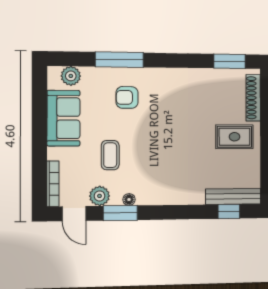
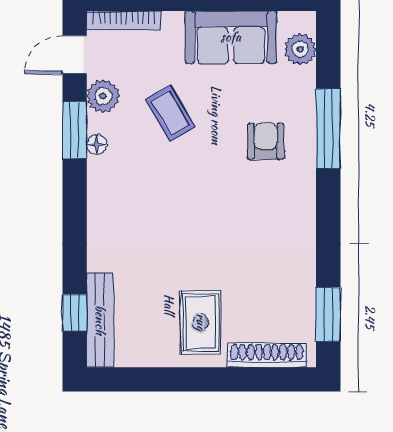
coffee table: (110, 155) -> (170, 113), turned 60

